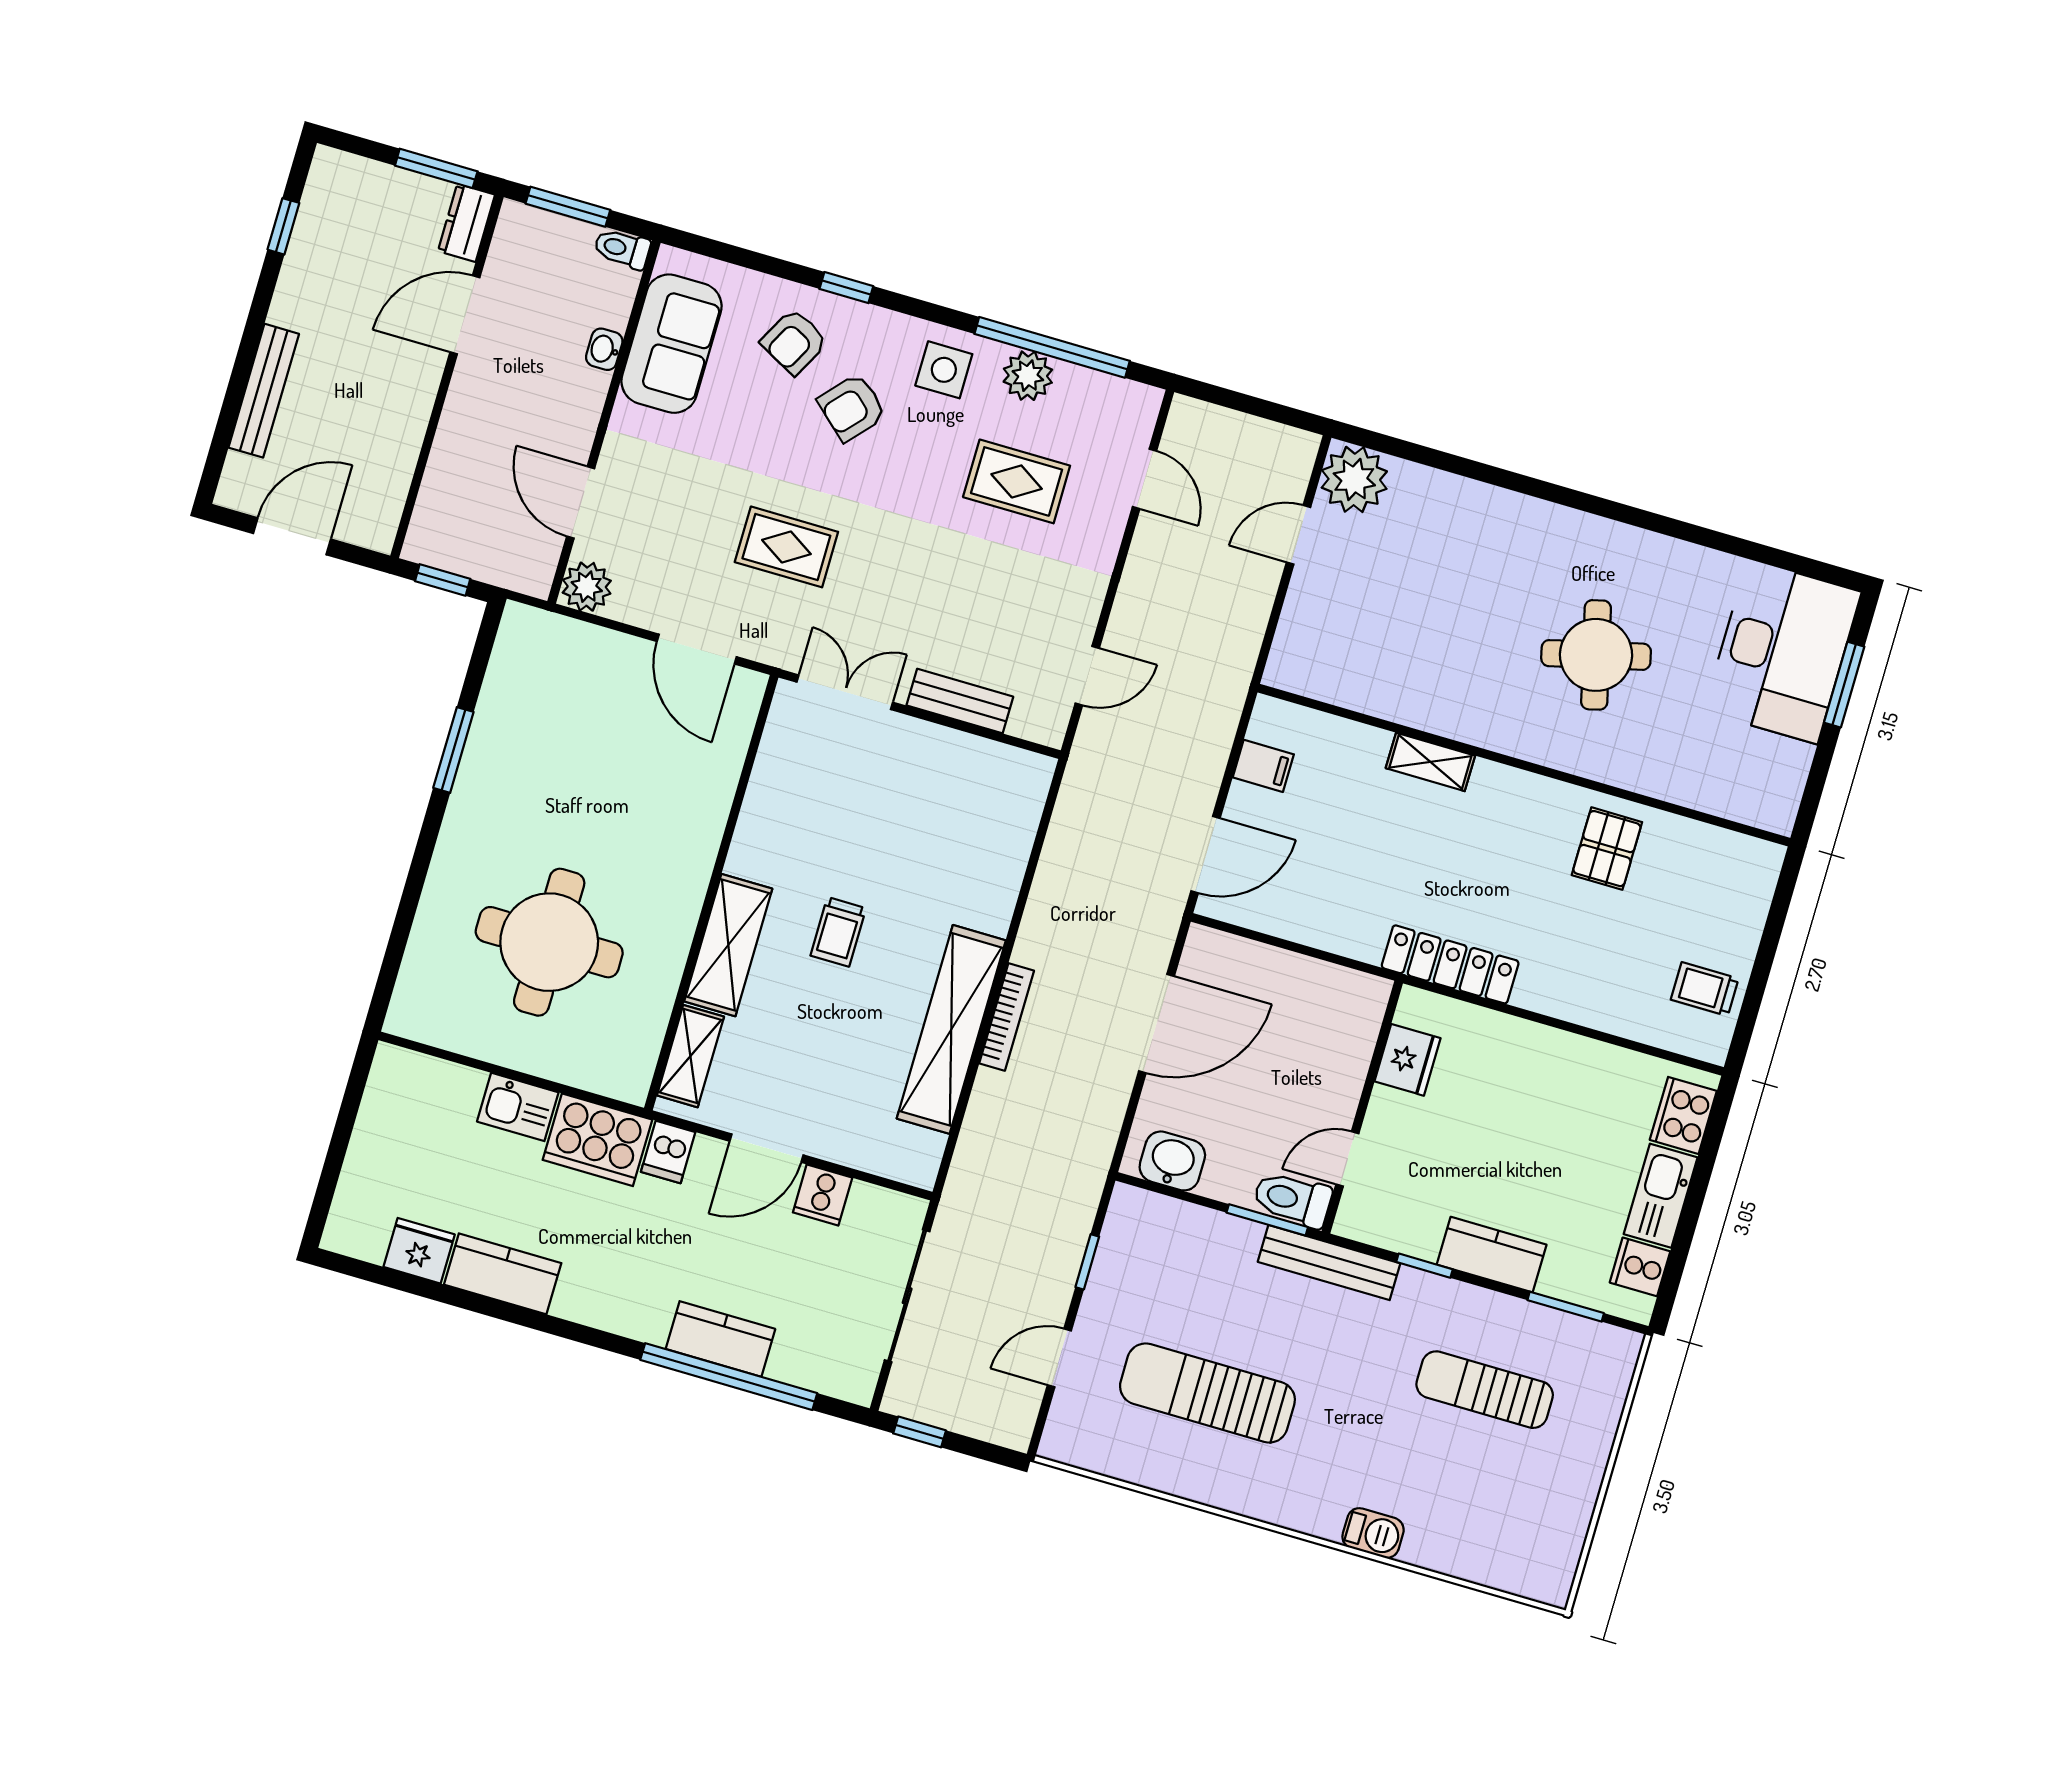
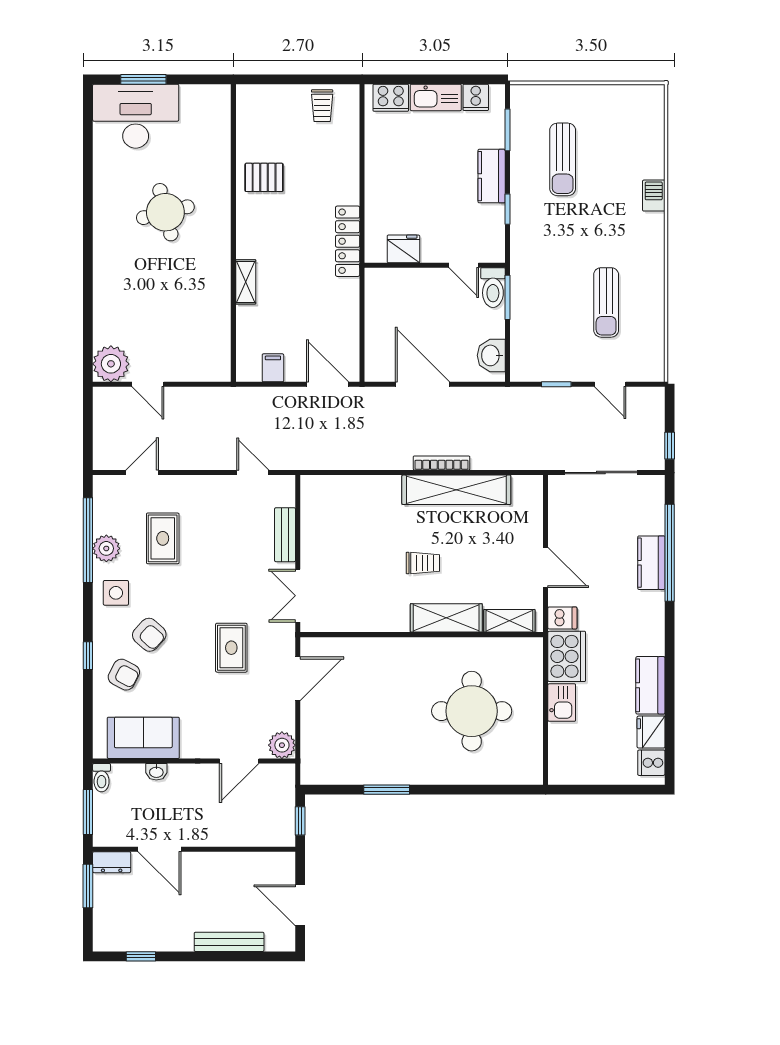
cooker: (823, 1195) -> (651, 763), moved, turned 180
bench: (1329, 1263) -> (520, 259), removed
sun lounger: (1207, 1393) -> (606, 302), width x0.73, depth x0.75

